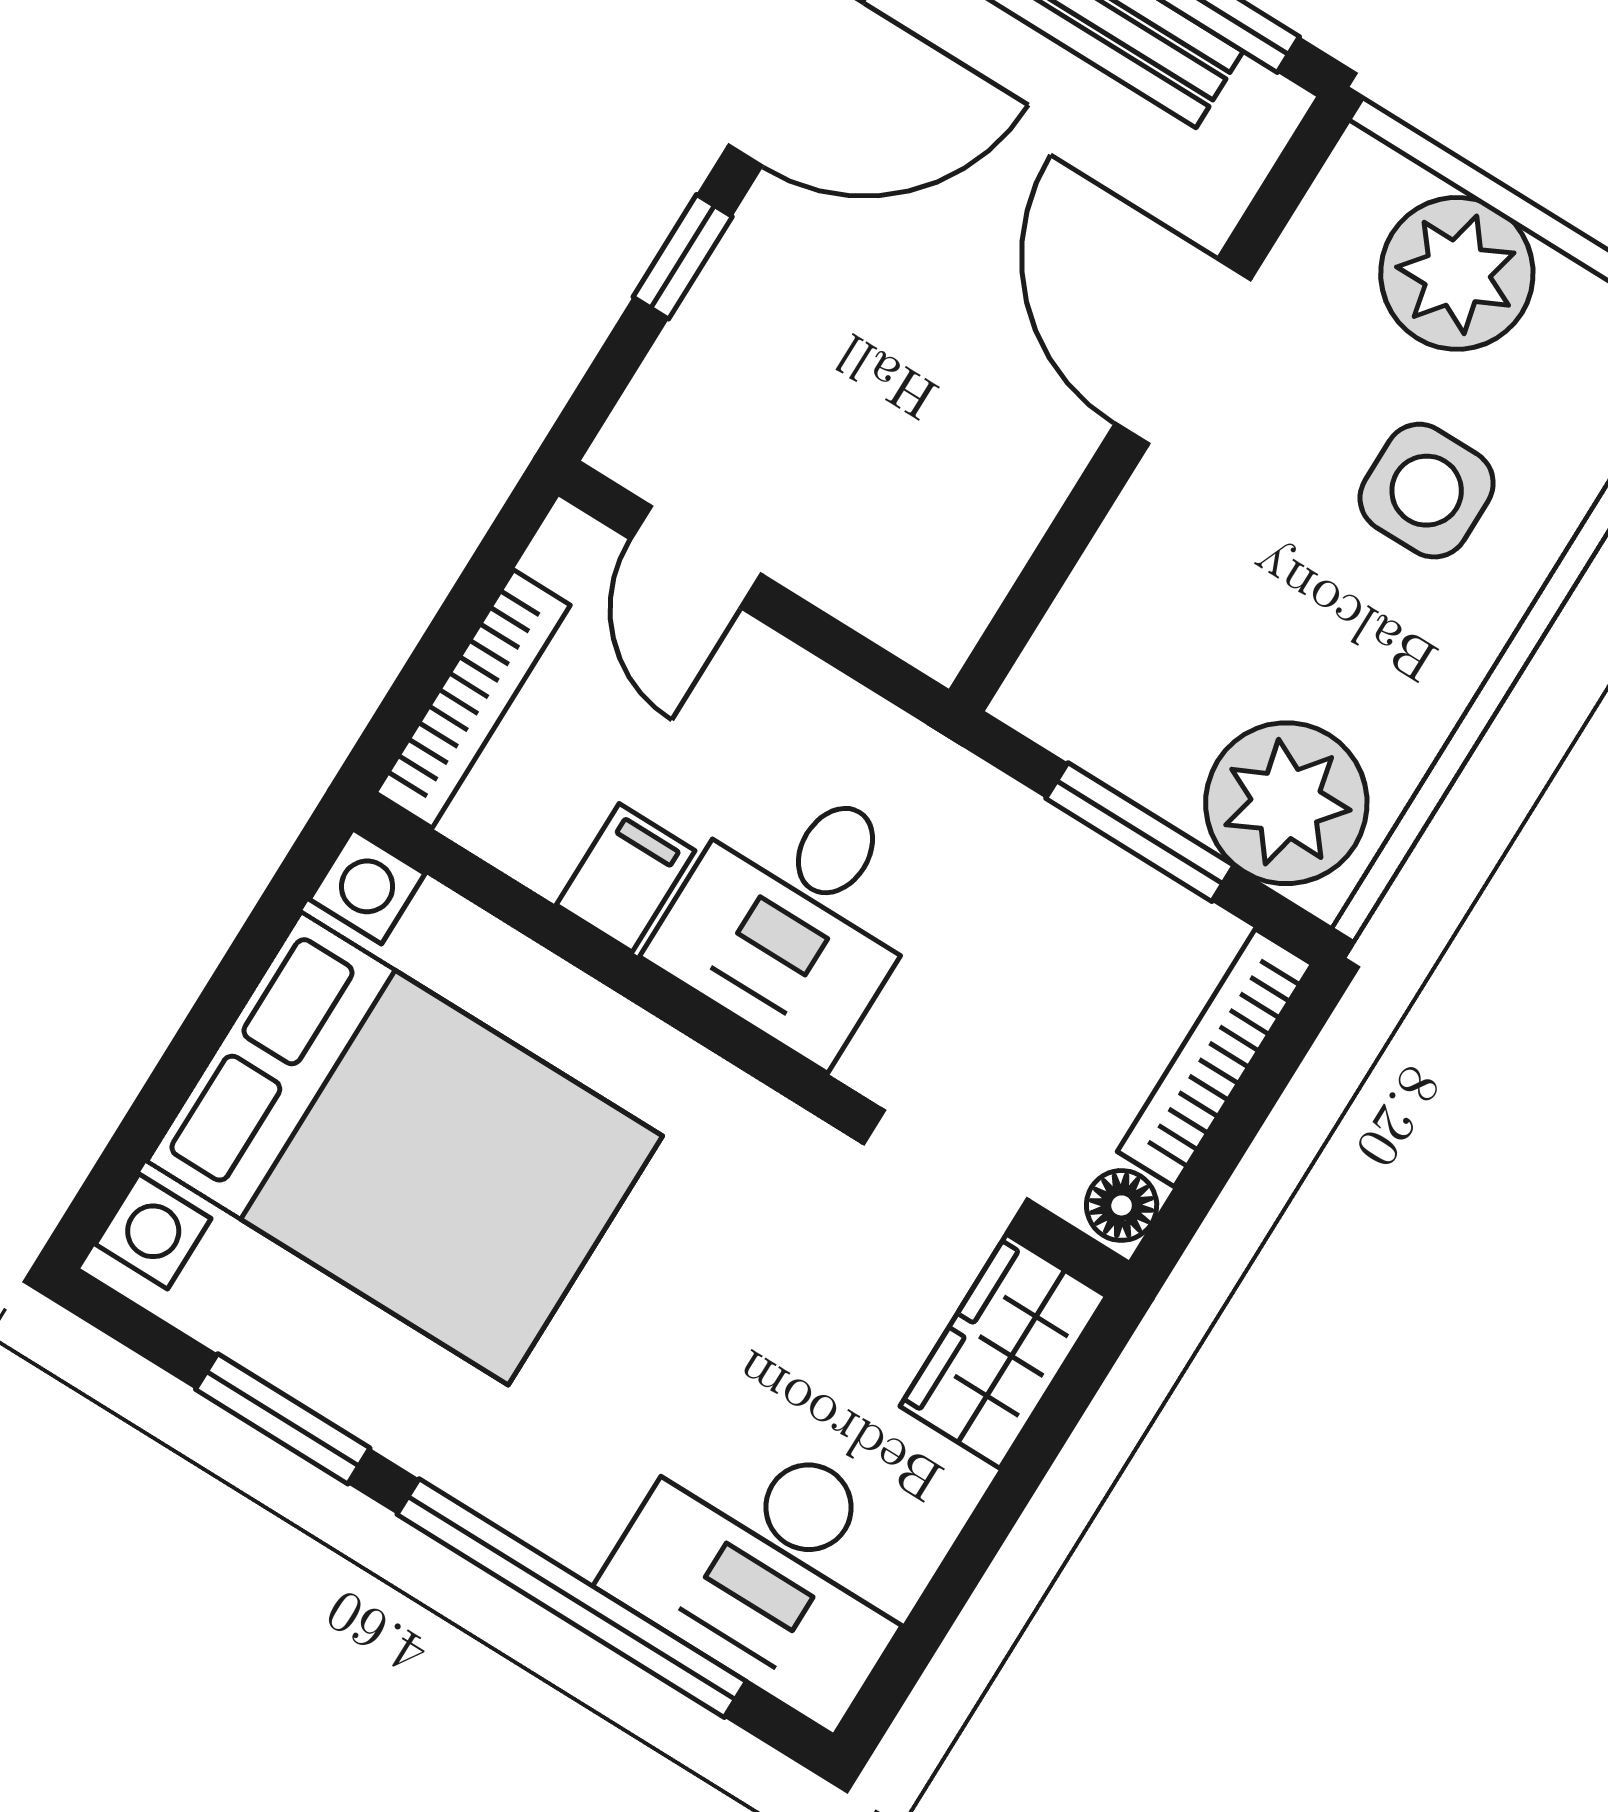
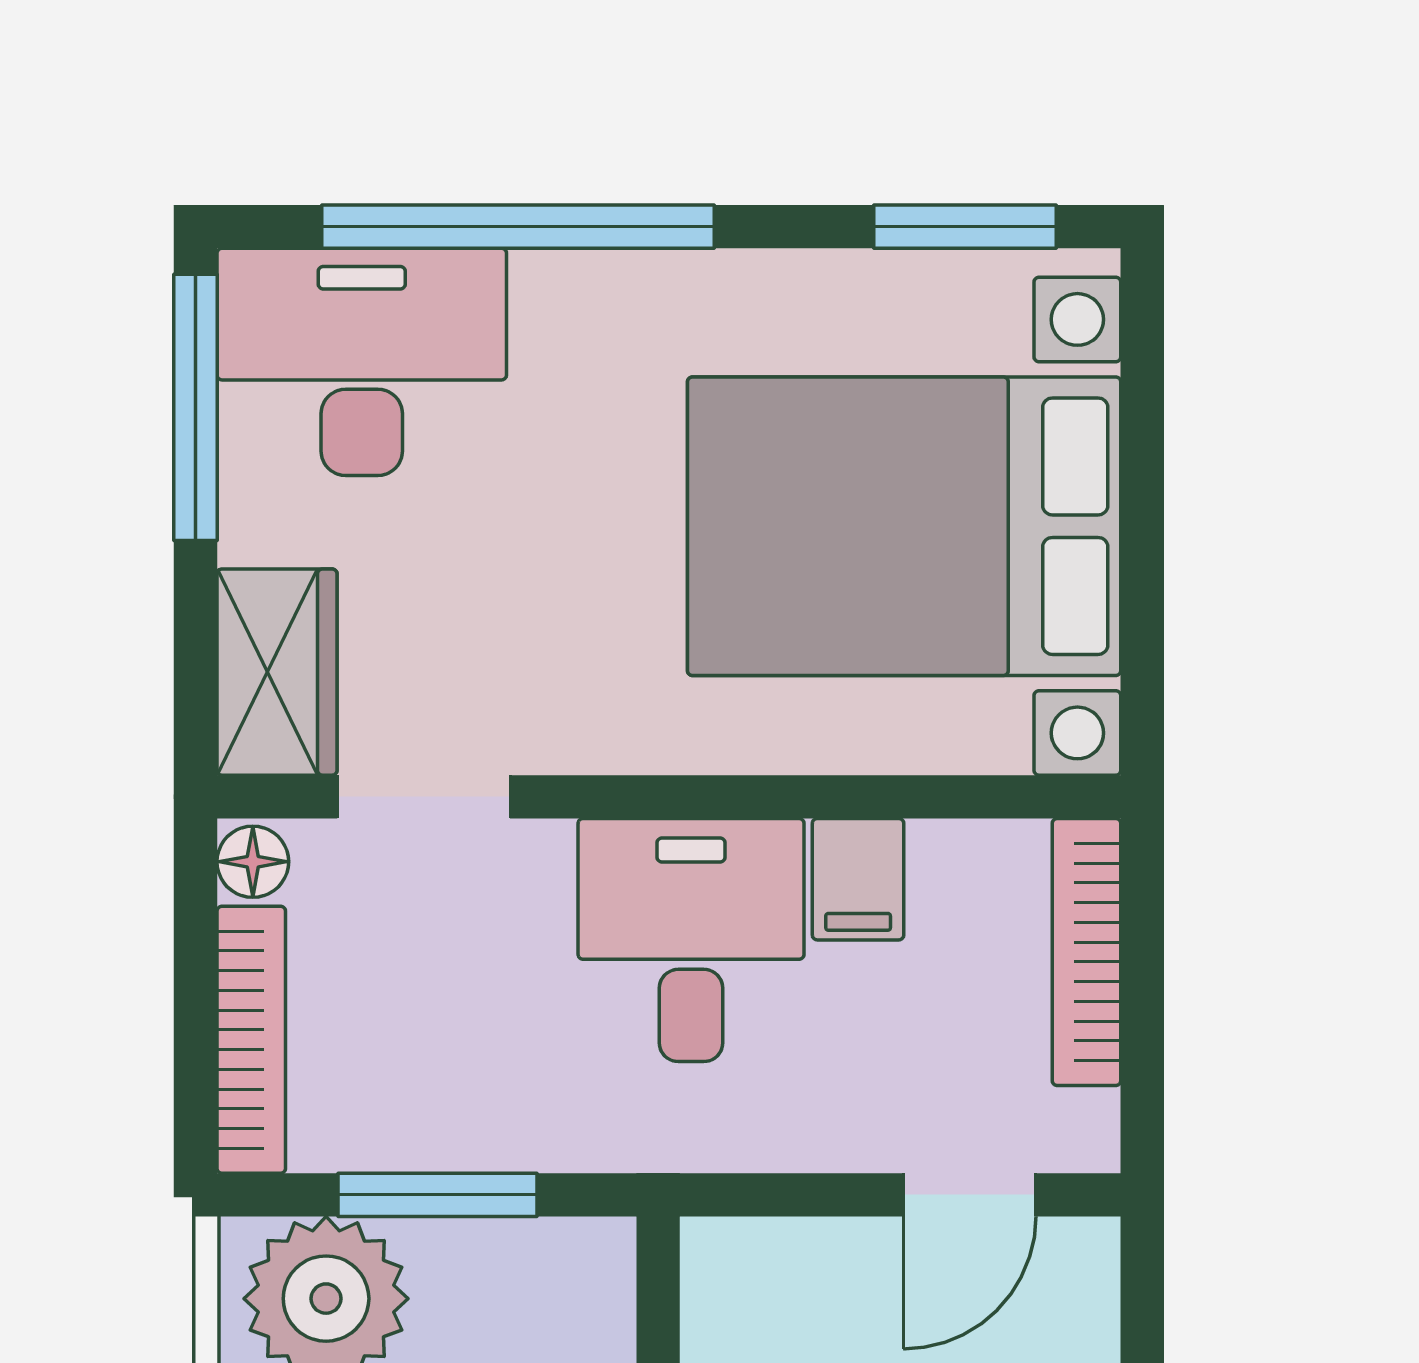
door: (696, 557) -> (970, 1195), swing flipped
window: (283, 1419) -> (965, 227), moved
window: (934, 1614) -> (196, 407), added

